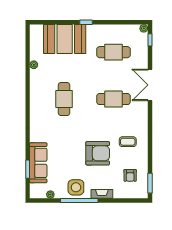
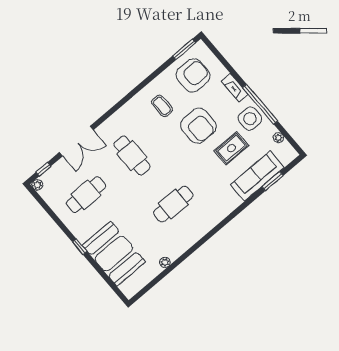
cafe table: (114, 52) -> (86, 195), turned 90
double door: (150, 85) -> (76, 141), moved
armchair: (98, 153) -> (198, 126), turned 180
rug: (68, 161) -> (231, 148), added
armchair: (130, 175) -> (193, 75), width x1.88, depth x1.88

